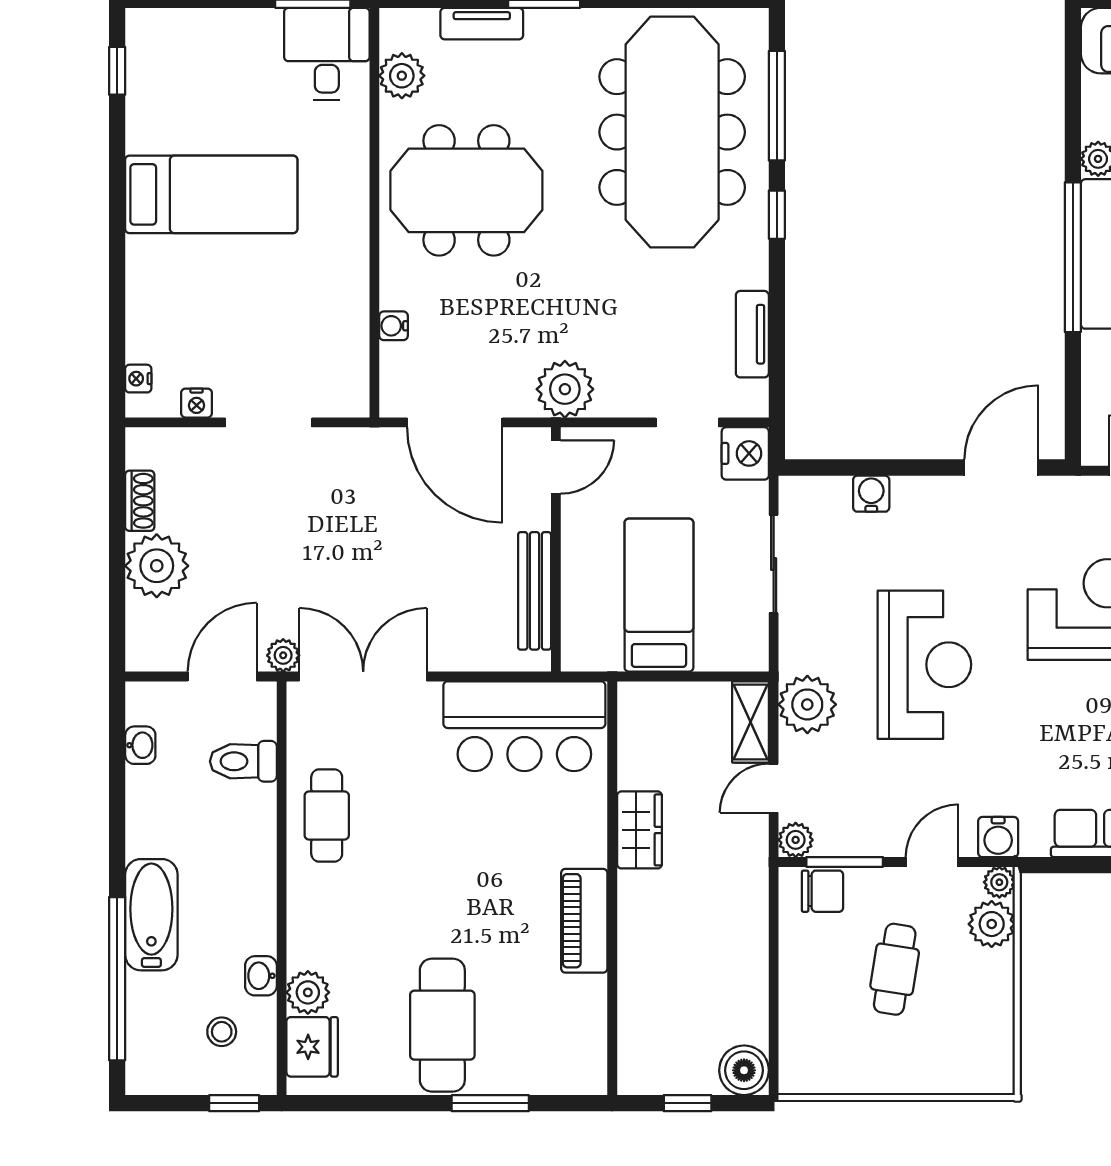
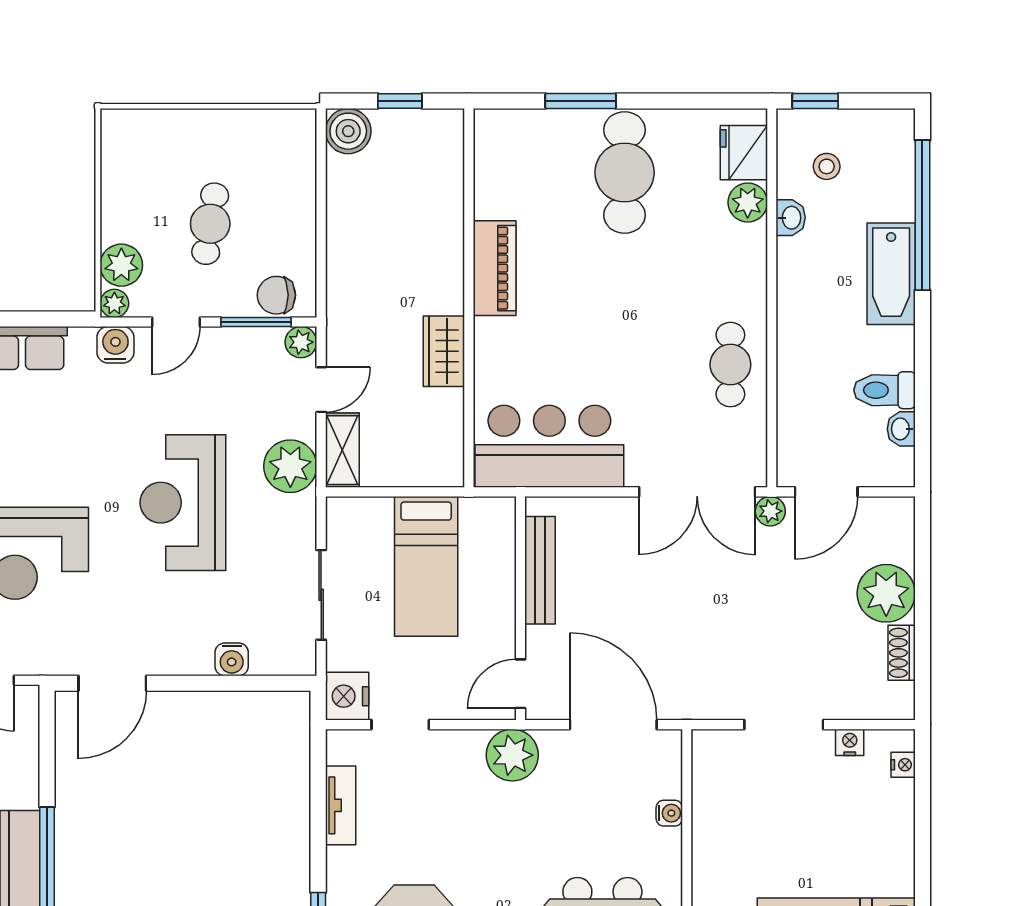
toilet: (243, 761) -> (884, 390), moved, turned 180

